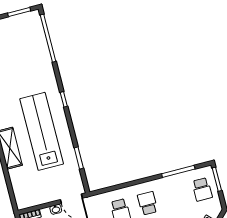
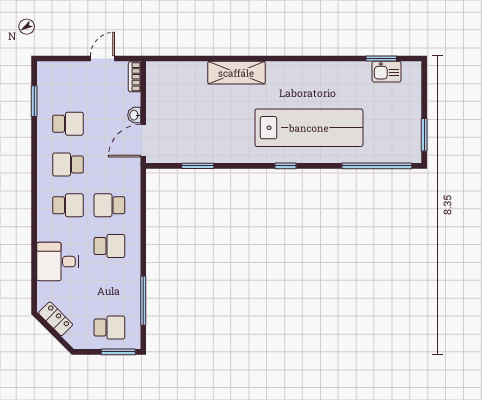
lab bench: (42, 131) -> (309, 128), moved
school desk: (202, 189) -> (109, 328), turned 180

